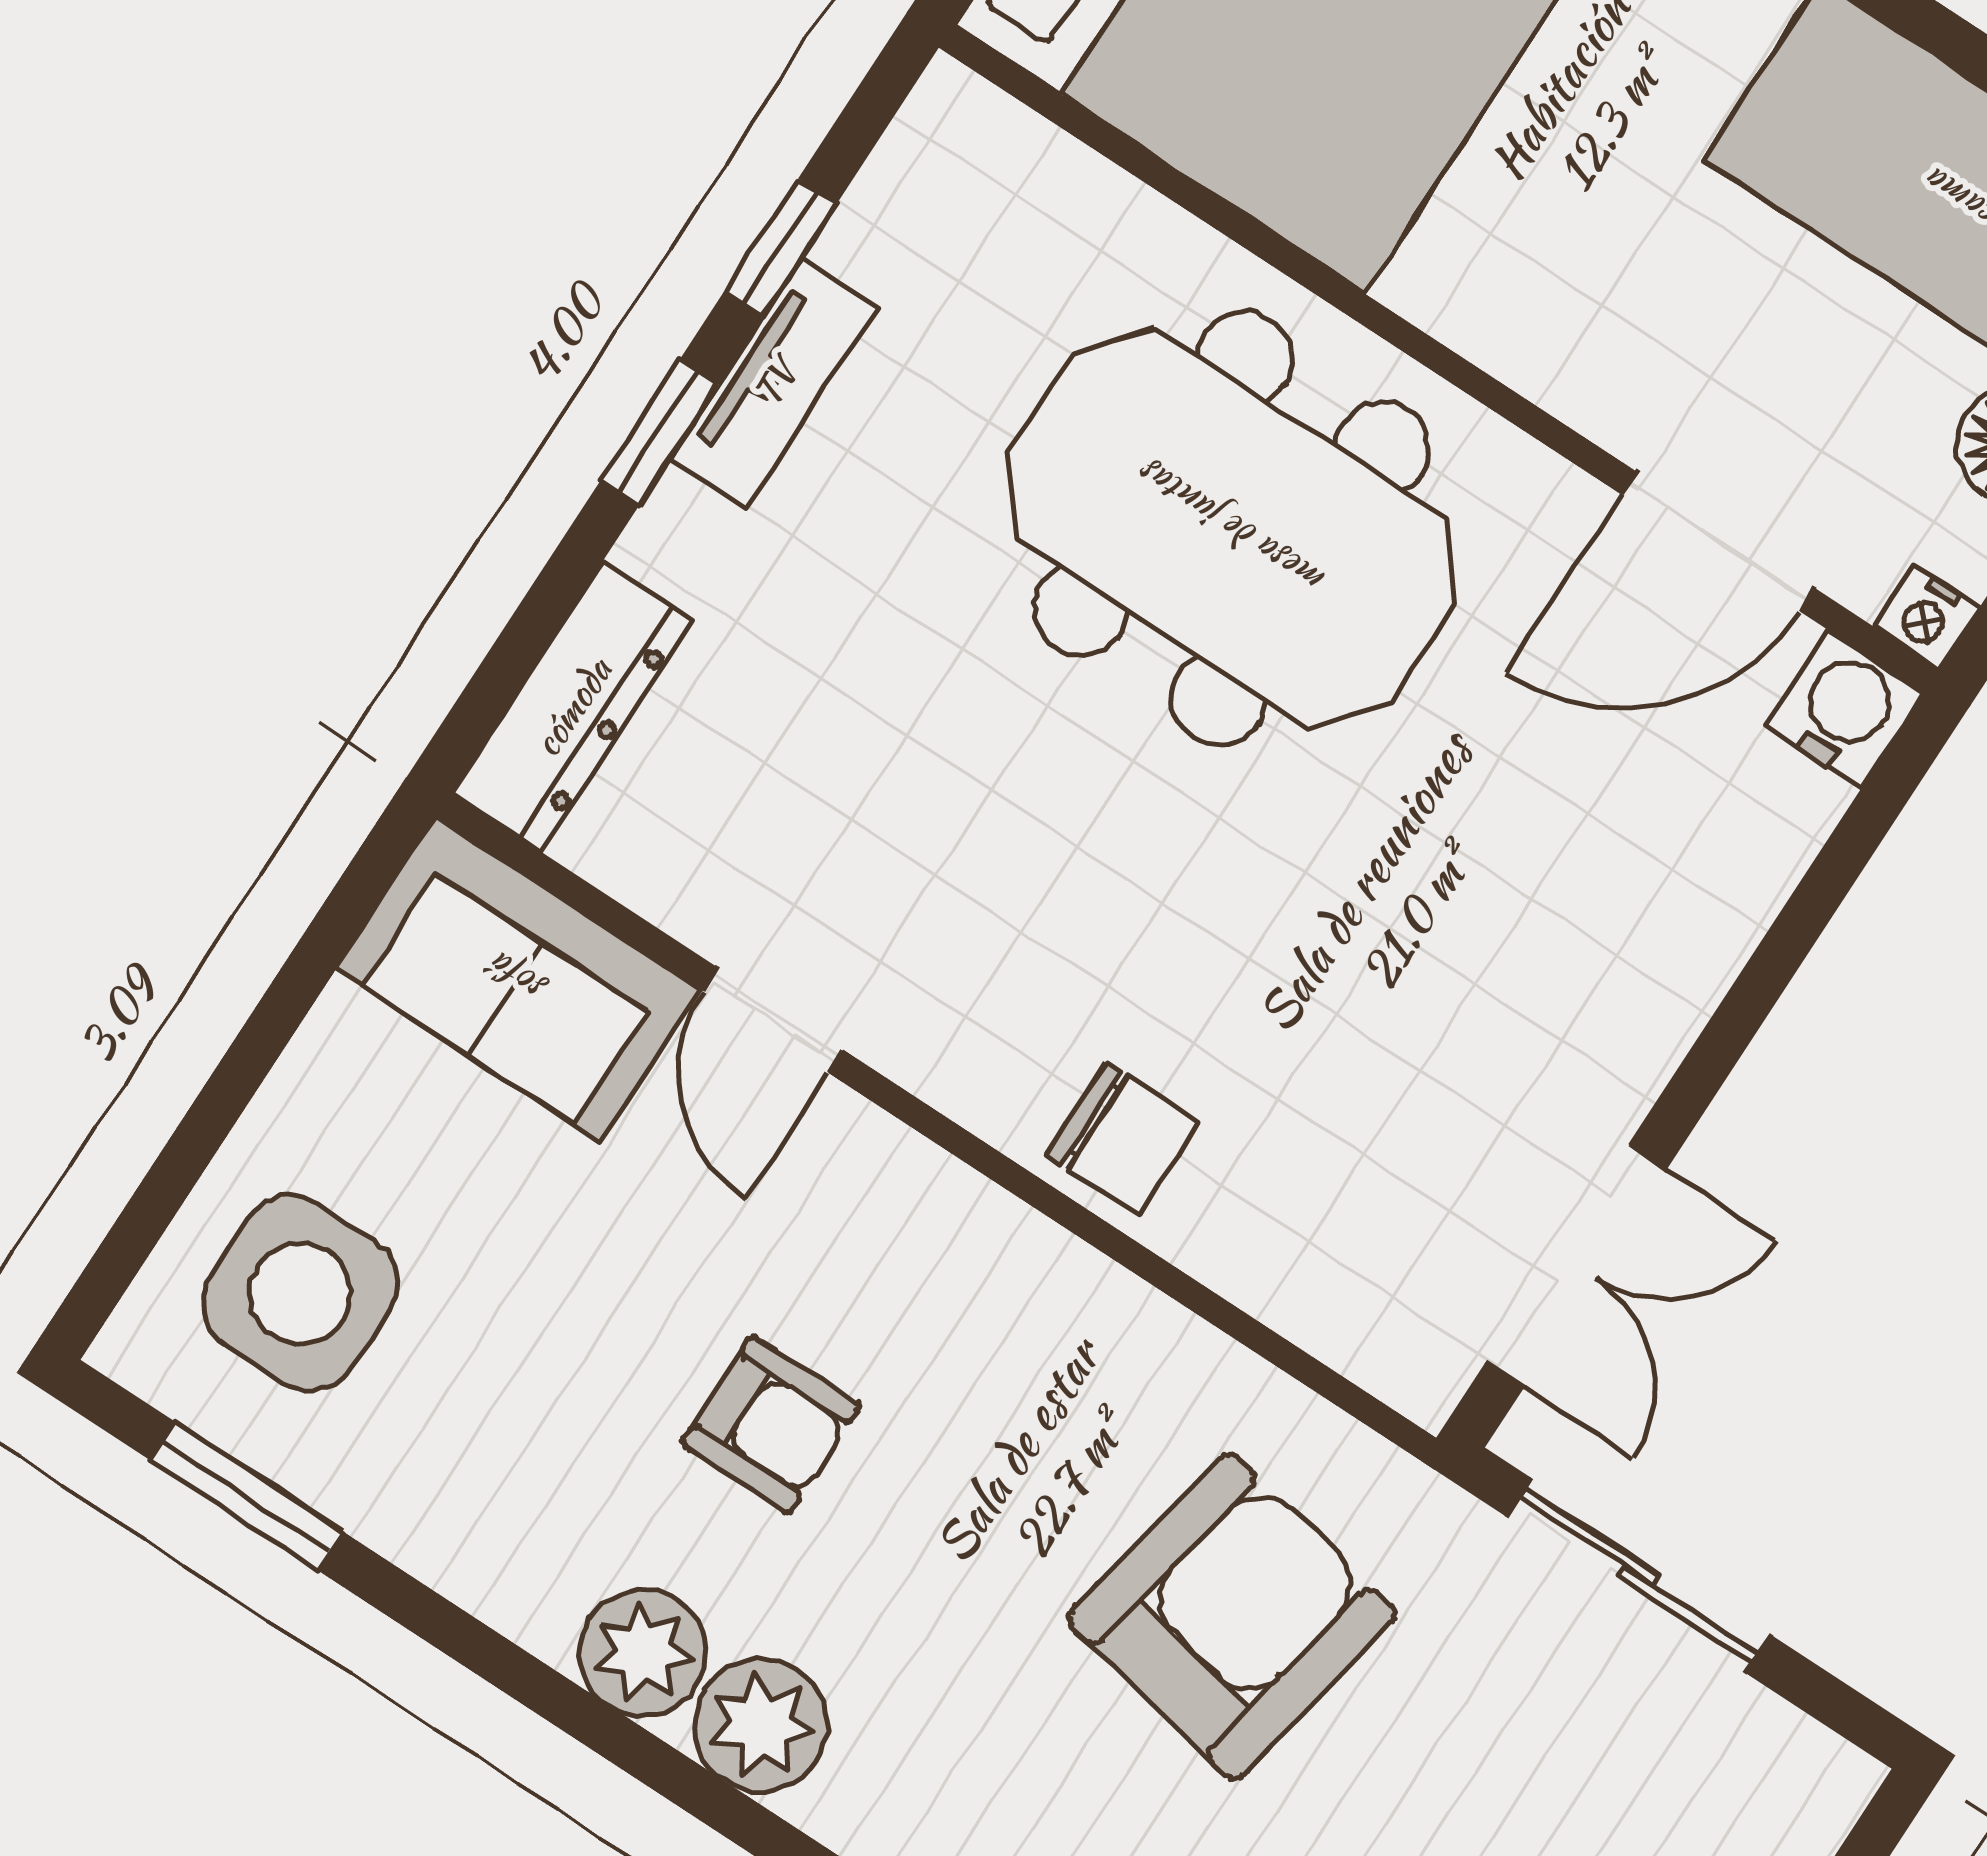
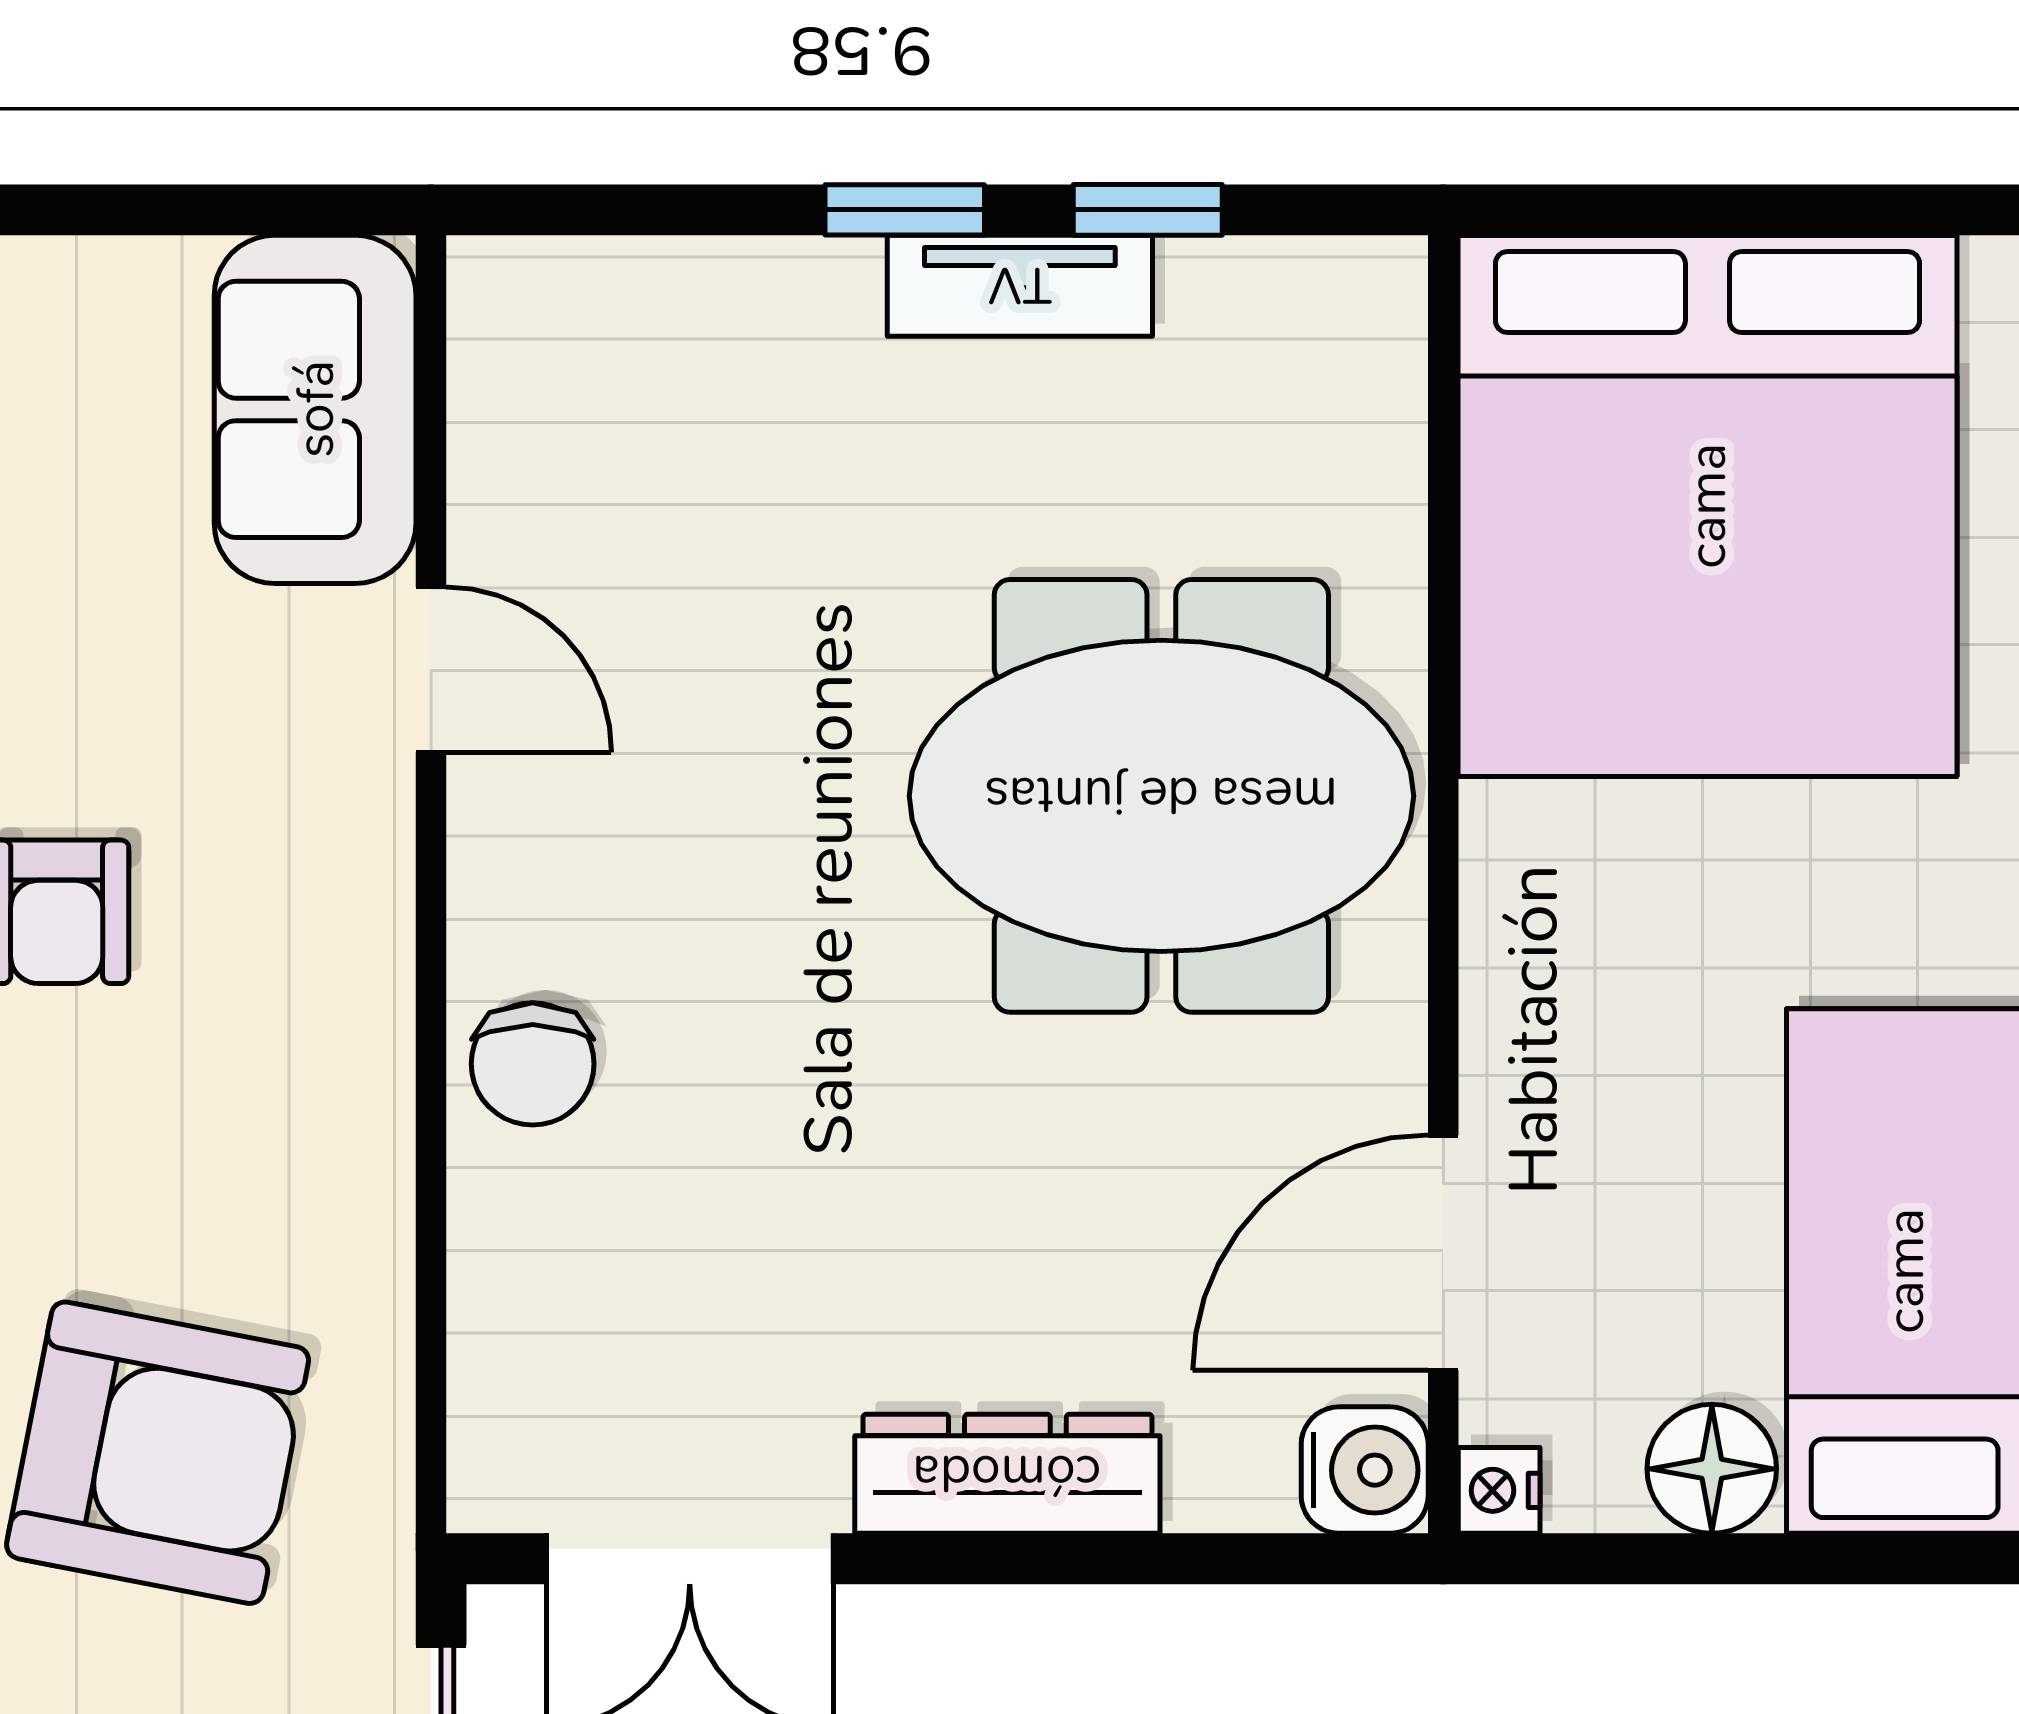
meeting table: (1232, 529) -> (1161, 796), turned 90
door: (1718, 542) -> (1443, 1253), hinge flipped
dresser: (572, 707) -> (1007, 1474), moved, turned 180
door: (773, 1020) -> (431, 670), swing flipped

